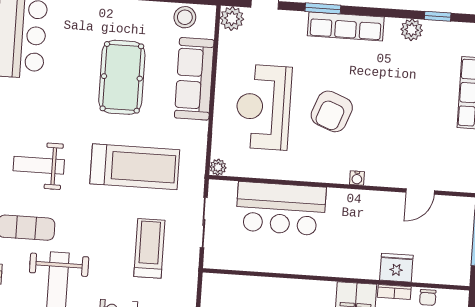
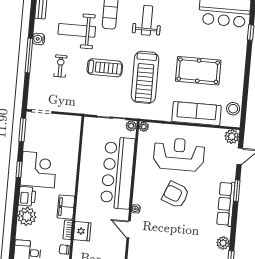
plant: (217, 189) -> (131, 126), added
door: (420, 191) -> (129, 229), moved
bar counter: (281, 209) -> (118, 173), width x1.36
treadmill: (149, 248) -> (105, 68), moved

